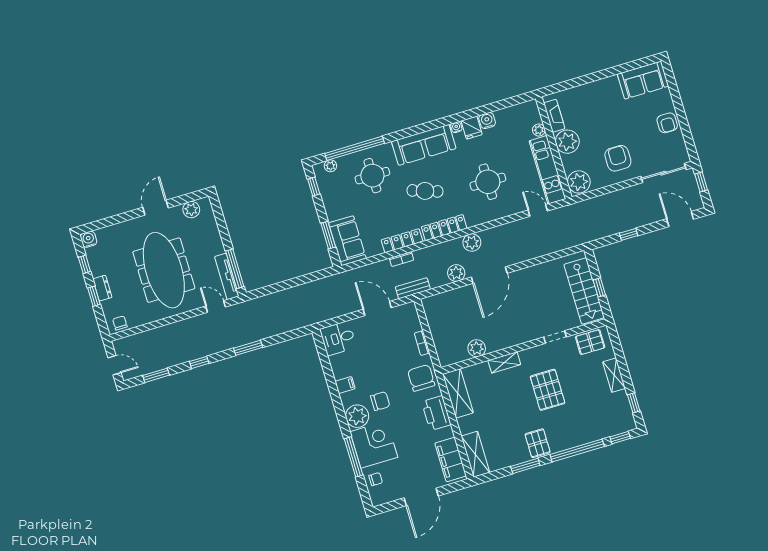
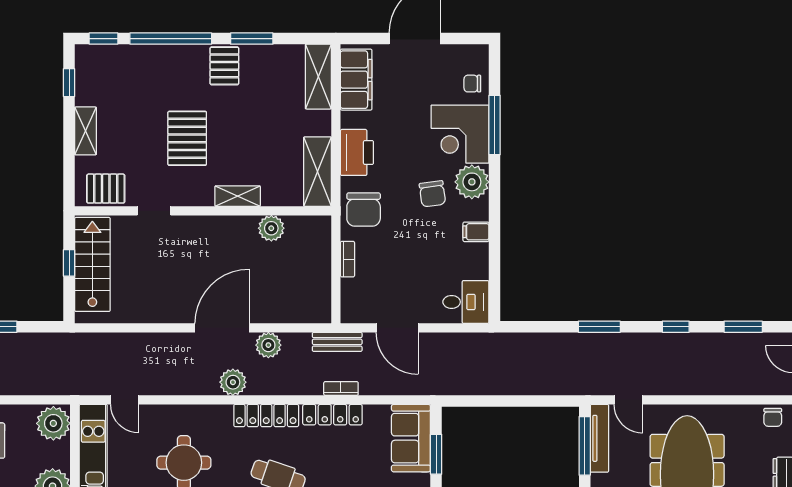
chair: (380, 401) -> (432, 194), turned -98

